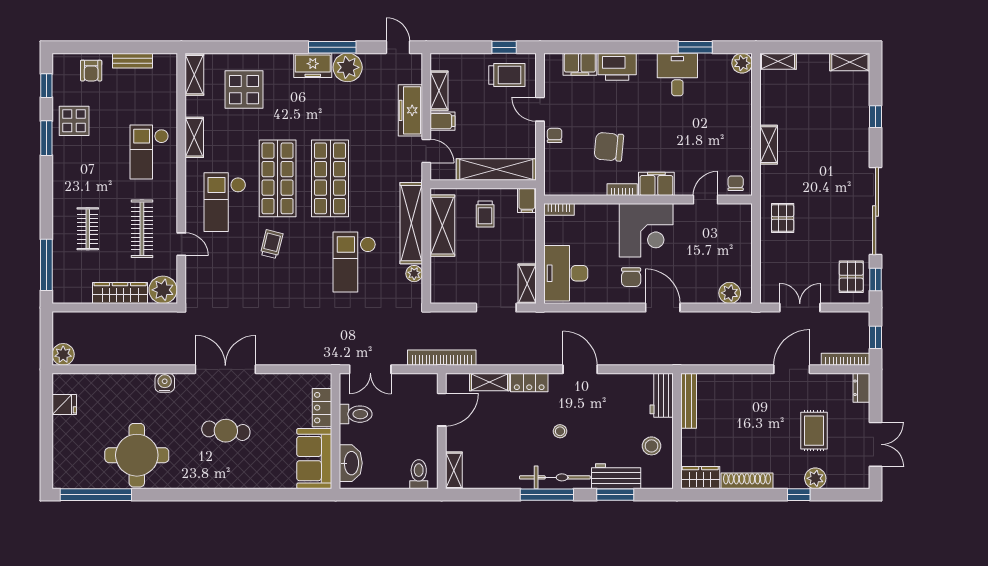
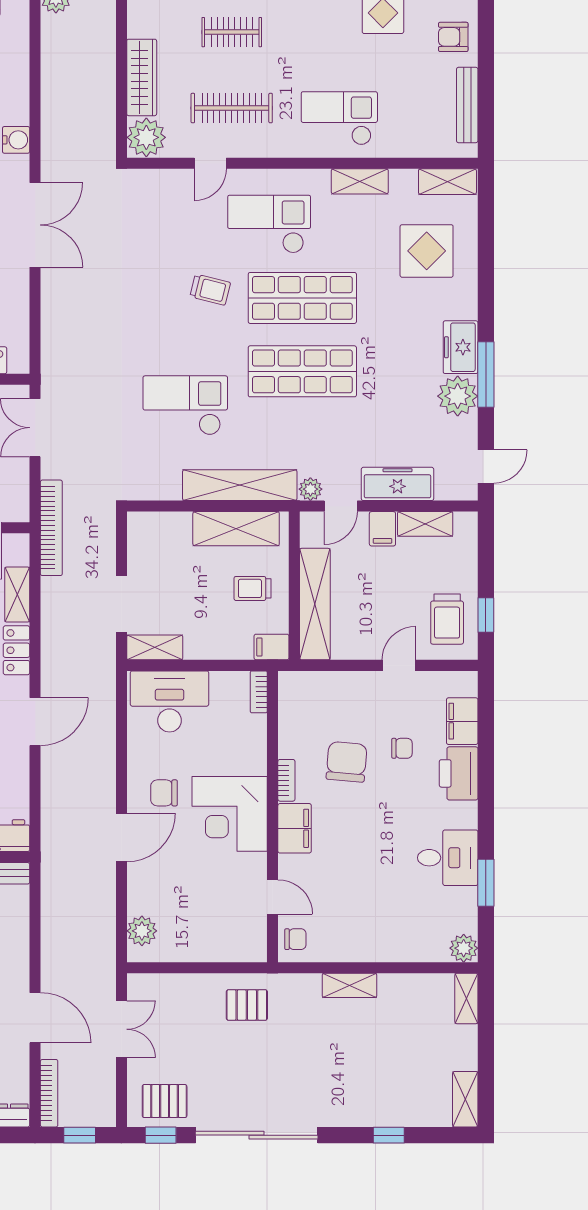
bench: (133, 61) -> (467, 105), width x1.36
chair: (555, 135) -> (402, 748), moved
plant: (414, 274) -> (310, 489), moved

